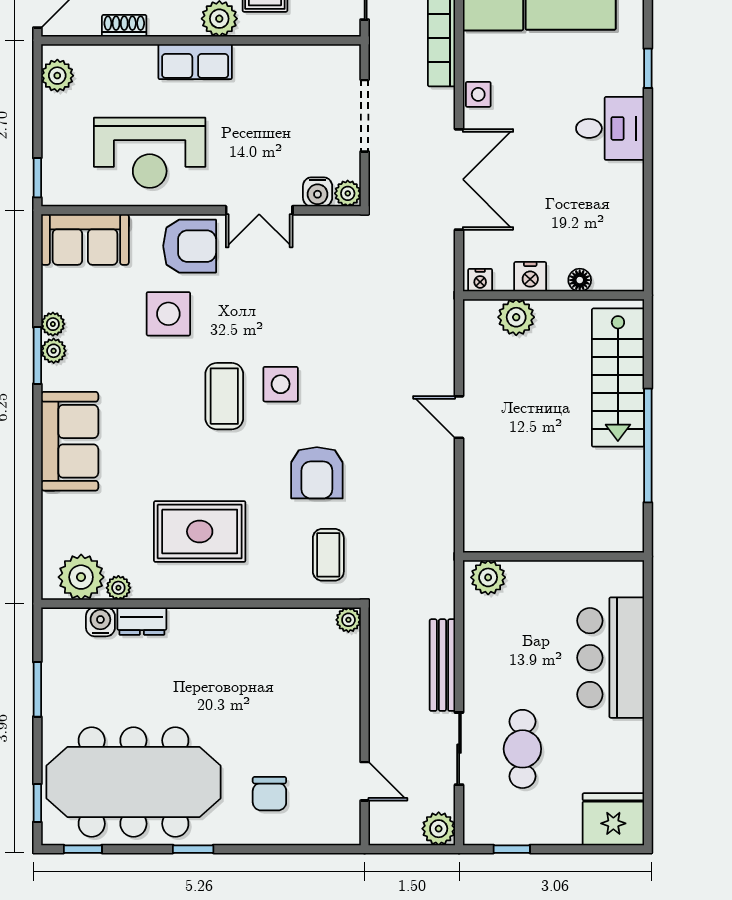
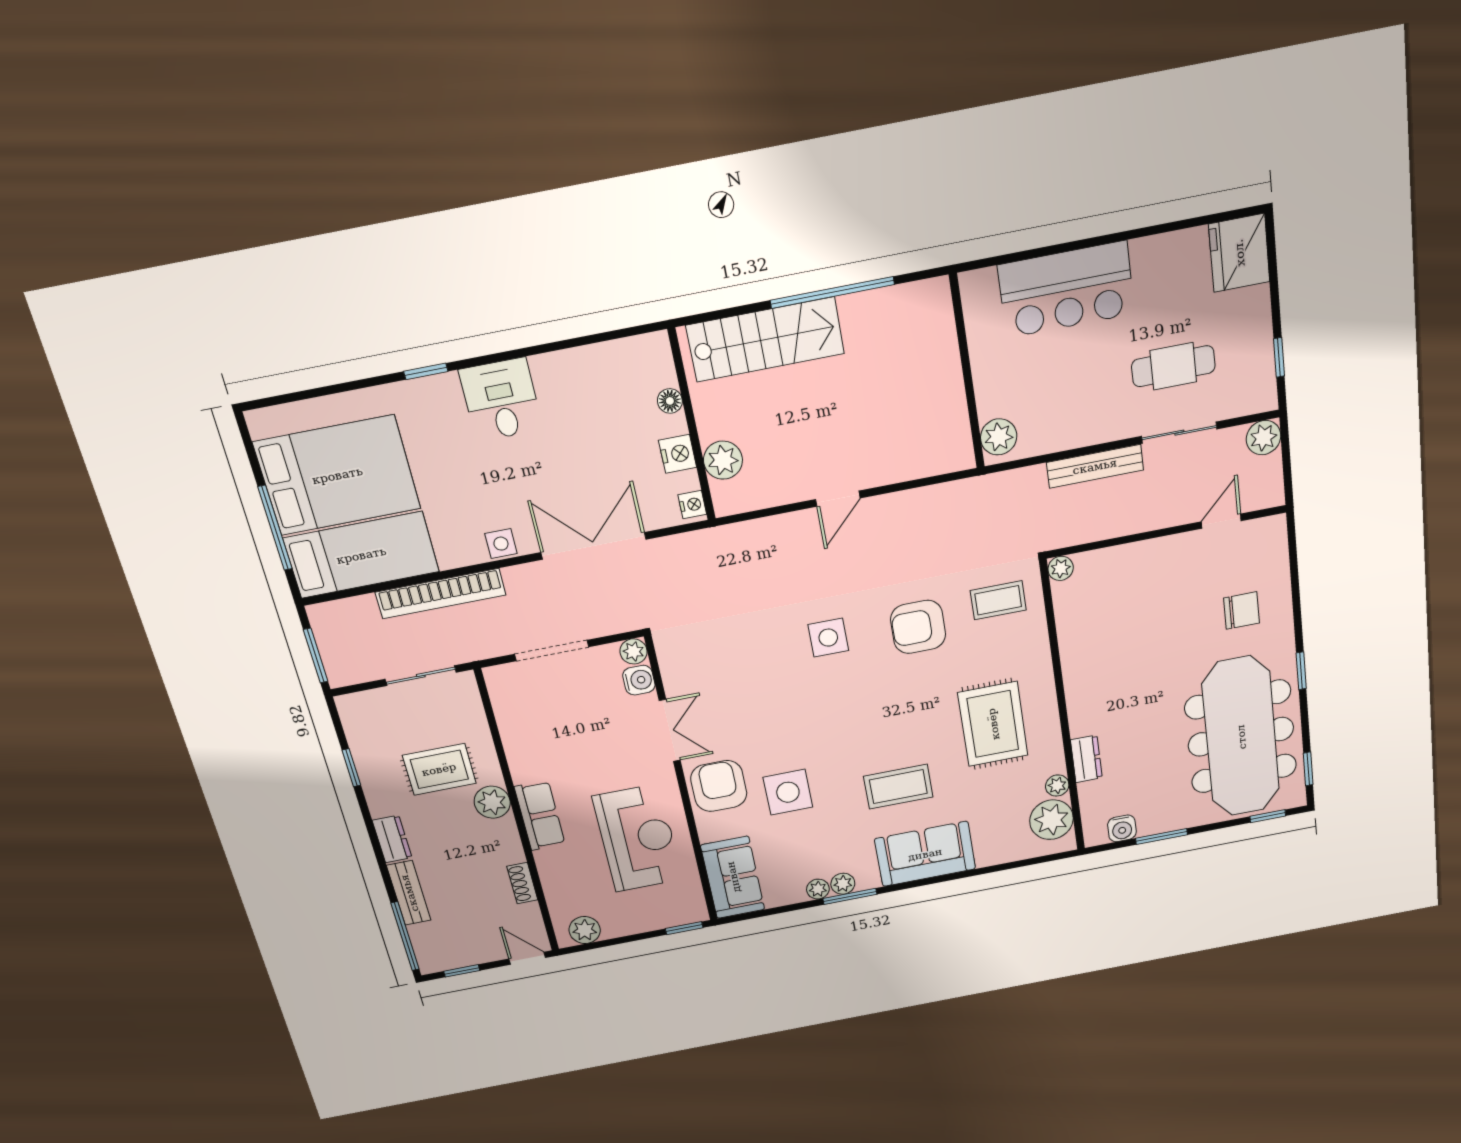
side table: (281, 384) -> (828, 638), moved
coffee table: (224, 396) -> (898, 787), moved
armchair: (317, 473) -> (918, 627), turned 180
water cooler: (100, 622) -> (1122, 828), moved, turned -90

